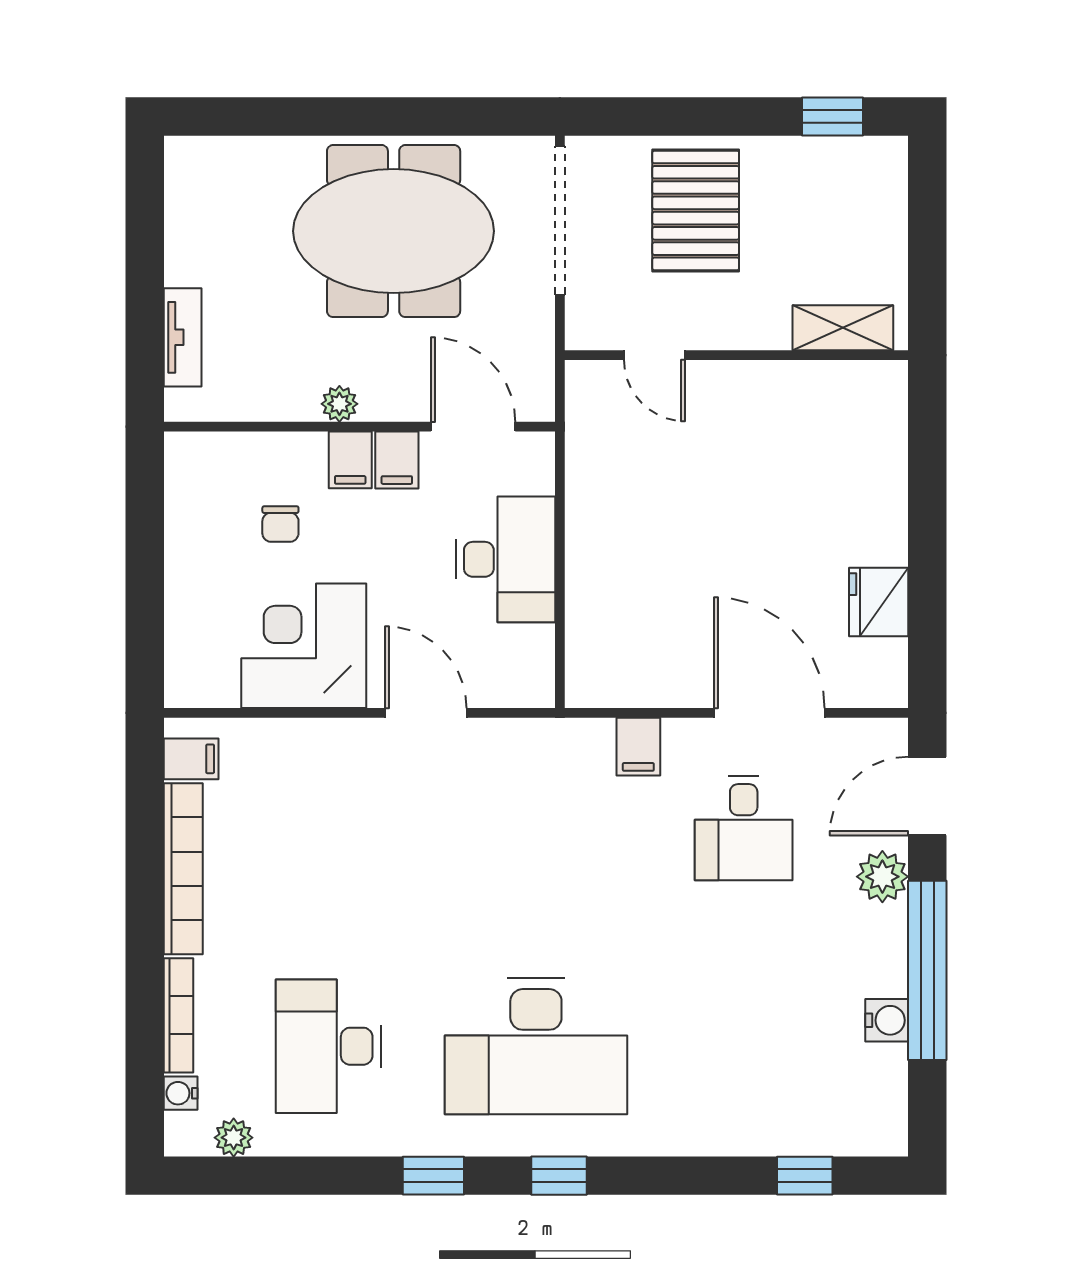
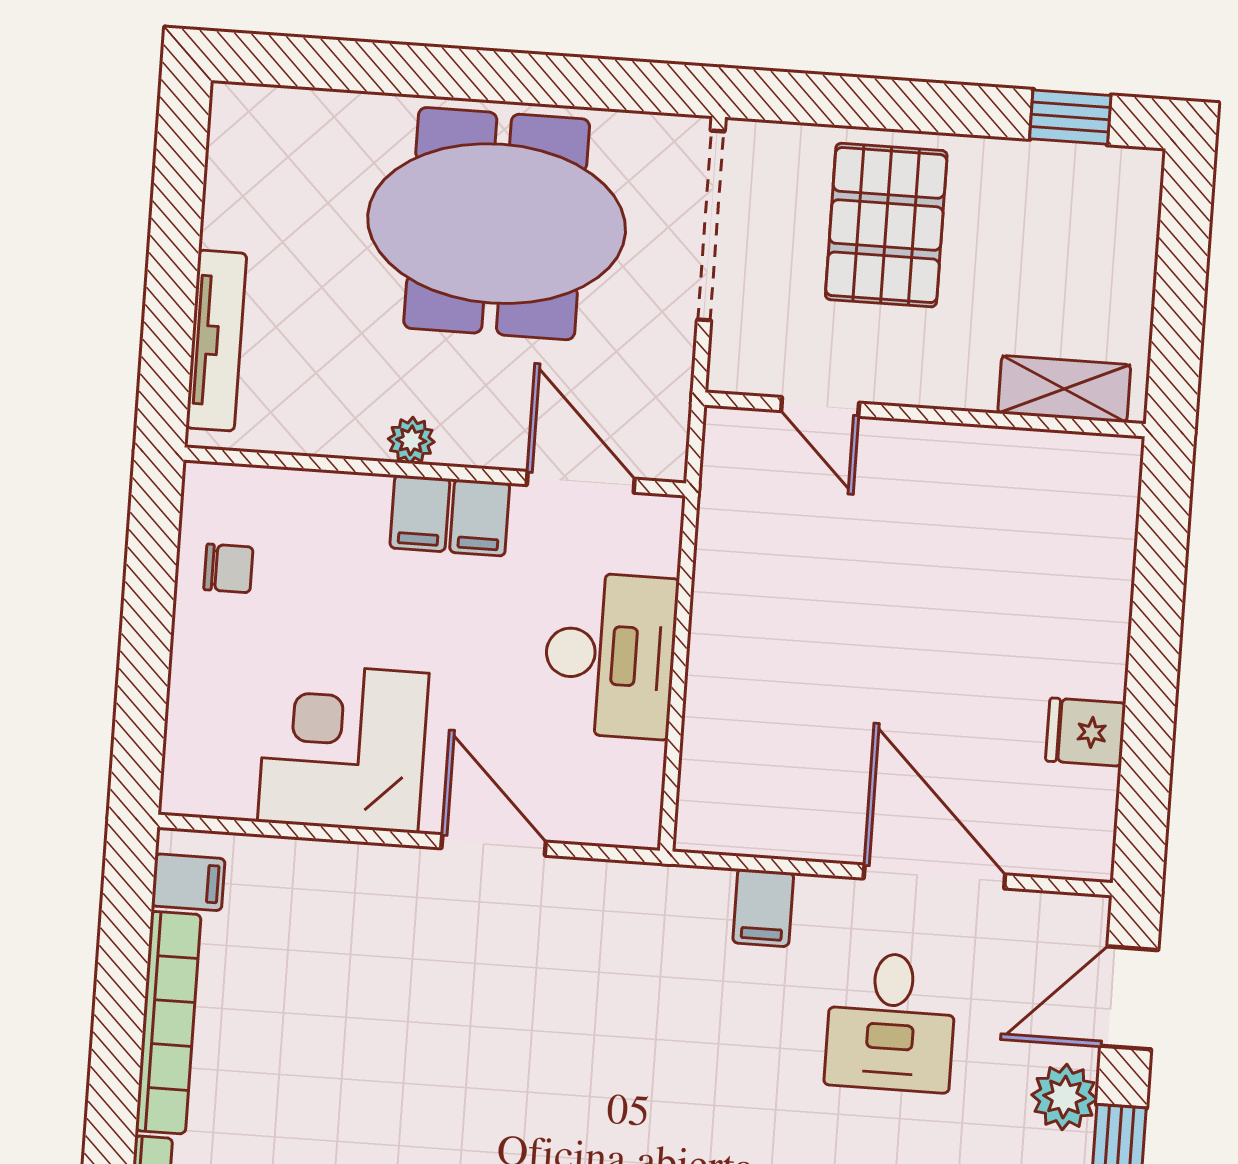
tv unit: (183, 337) -> (216, 341), width x1.41
chair: (280, 524) -> (228, 568), moved, turned -90
fridge: (879, 602) -> (1086, 732), width x0.72

